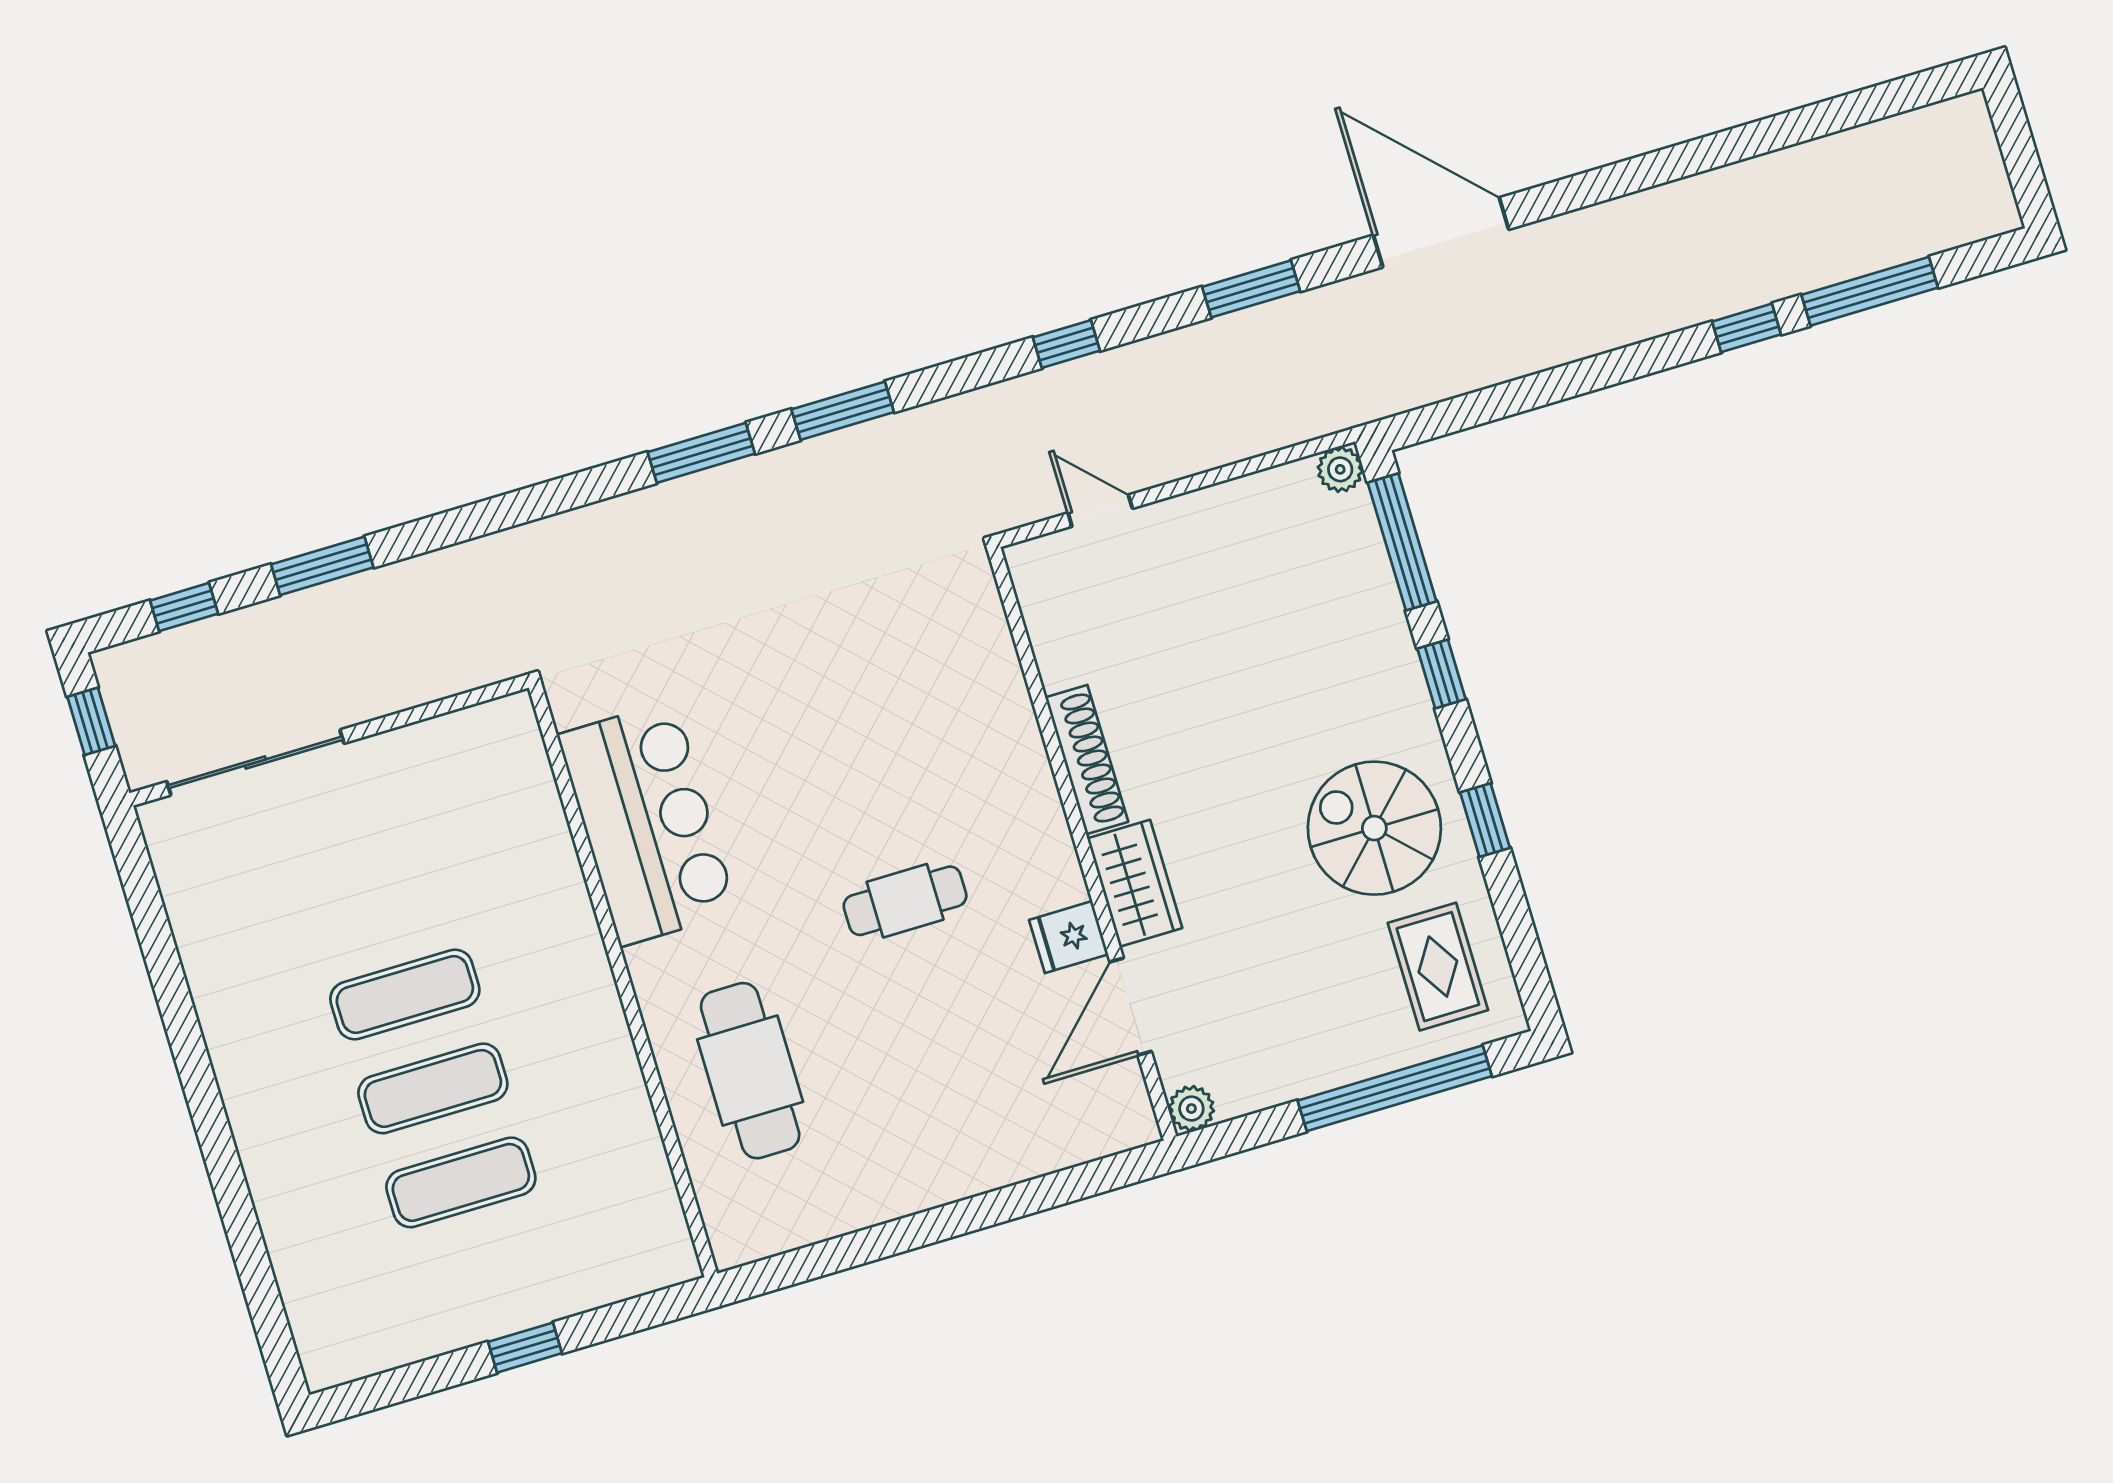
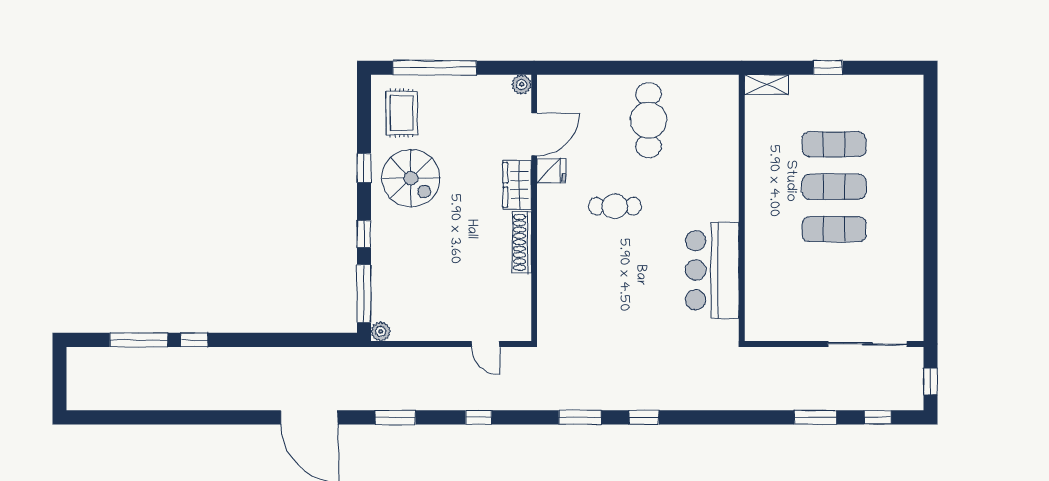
window: (701, 453) -> (644, 417), width x0.67
cafe table: (750, 1071) -> (649, 120), moved
shelving: (650, 1270) -> (767, 84), added

